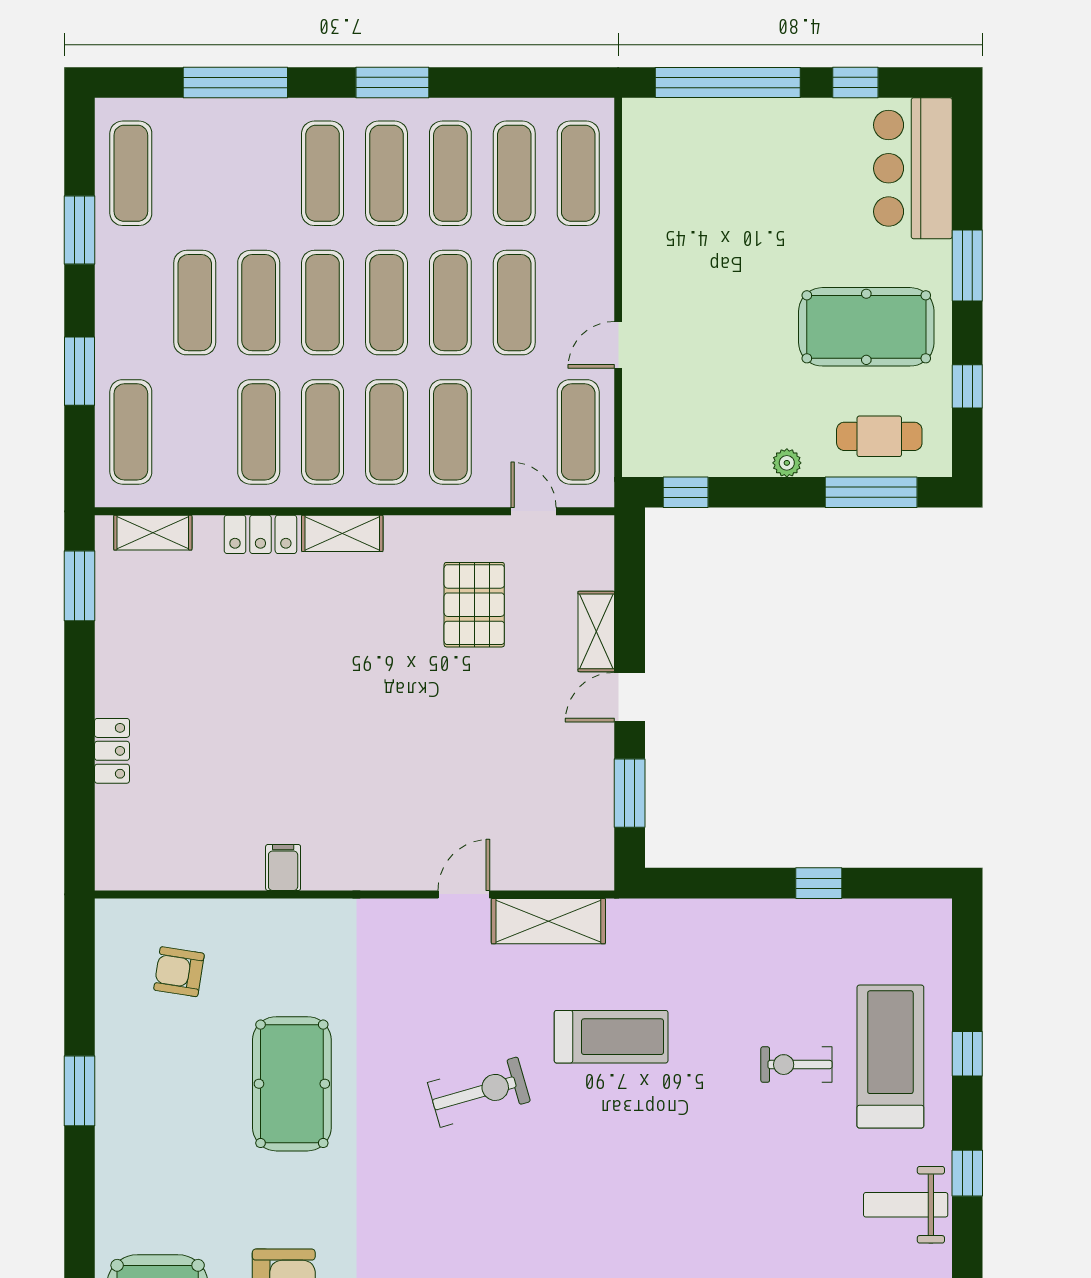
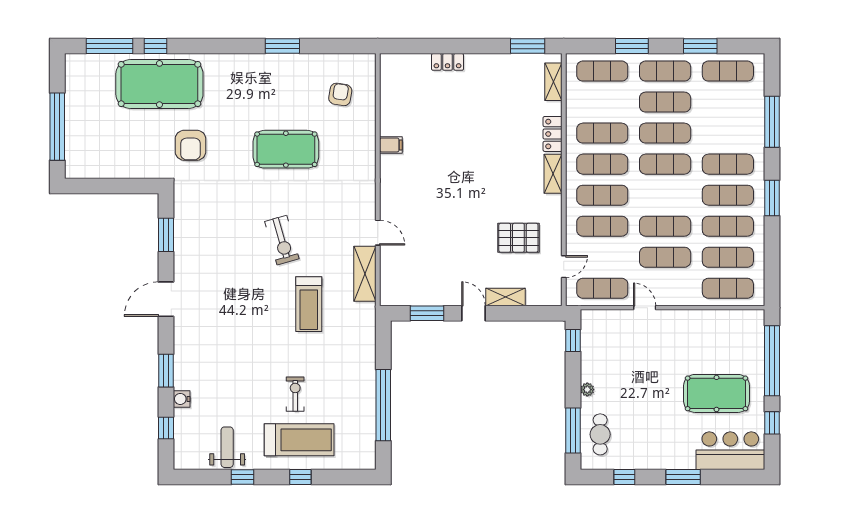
exercise mat: (386, 303) -> (665, 71), moved
pool table: (866, 327) -> (717, 393), moved, turned 90
window: (819, 883) -> (383, 405), width x3.17

